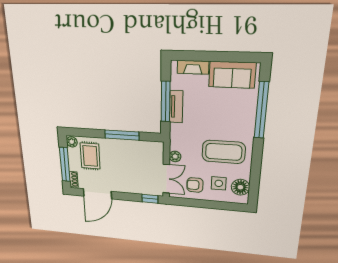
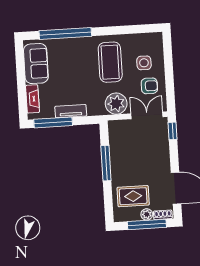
window: (166, 101) -> (53, 122), moved
plant: (72, 142) -> (147, 214), moved
plant: (175, 156) -> (116, 104), width x1.88, depth x1.88
armchair: (195, 185) -> (149, 86), turned -90
floor lamp: (240, 187) -> (145, 42), removed

